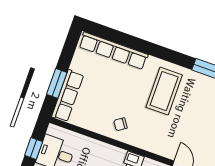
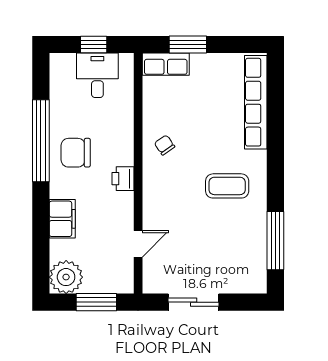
coffee table: (164, 91) -> (227, 186), width x0.73, depth x0.76
row of seats: (68, 96) -> (166, 64), width x0.68

